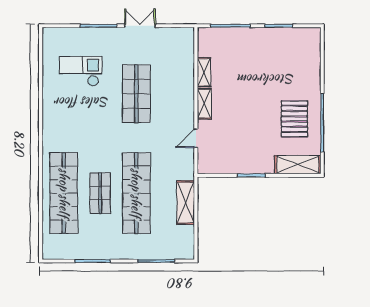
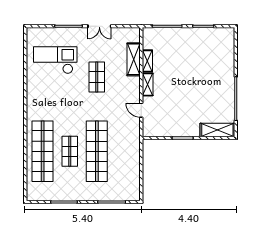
double door: (140, 26) -> (99, 26), swing flipped
checkout: (81, 71) -> (55, 60), width x1.36, depth x1.21
shop shelf: (136, 94) -> (97, 77), width x0.70, depth x0.74
pallet: (294, 119) -> (215, 96), removed
door: (196, 138) -> (141, 110), hinge flipped
shelving: (186, 203) -> (134, 59), moved

